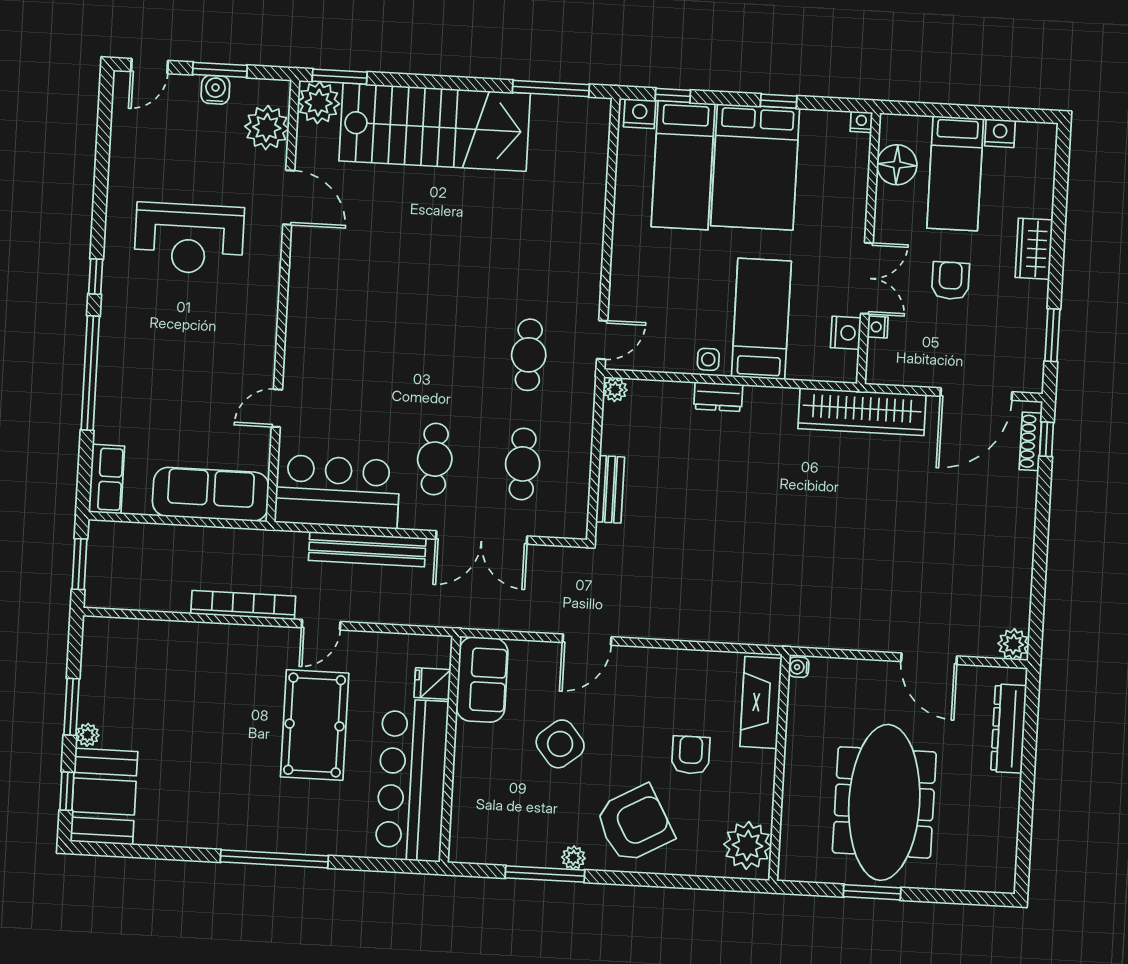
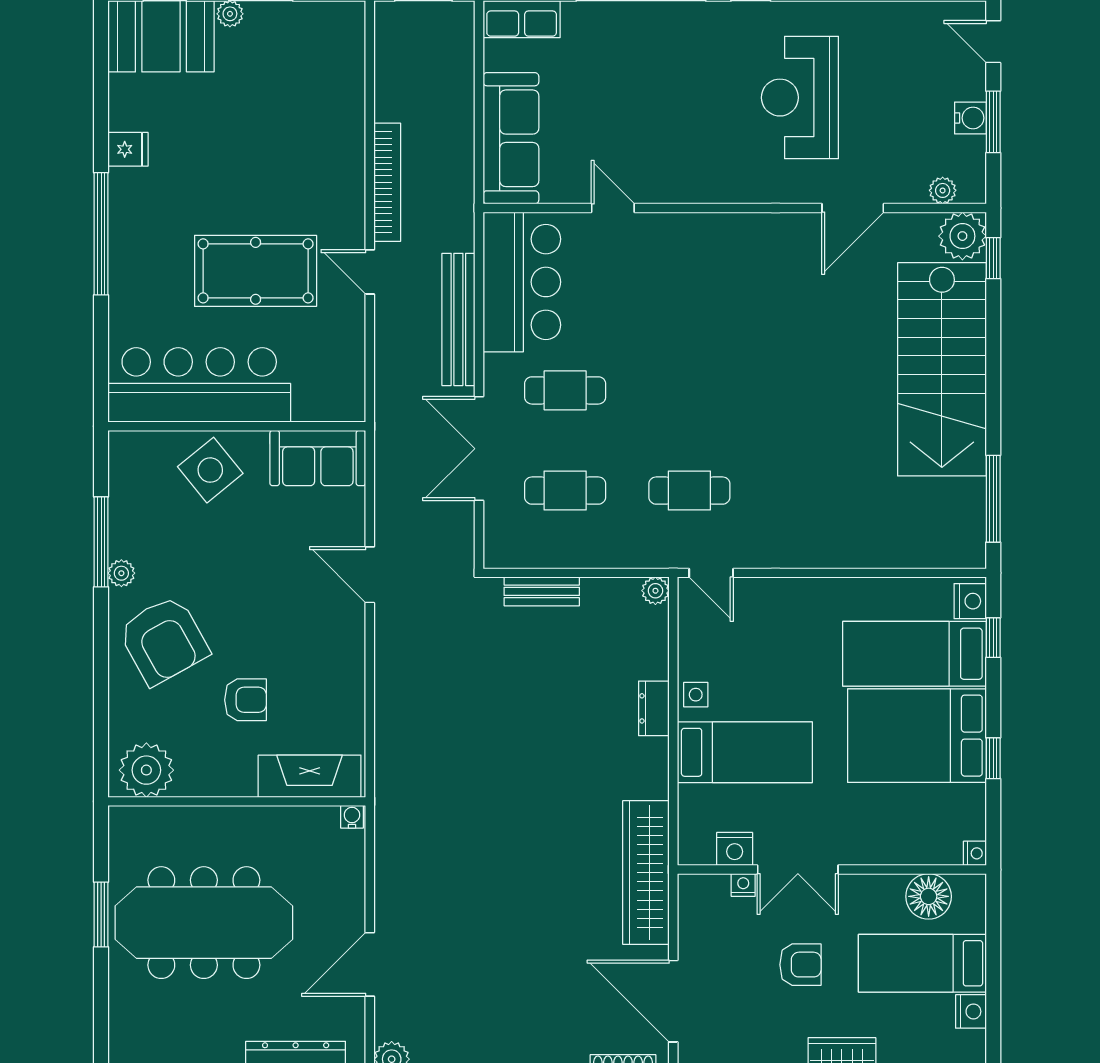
window: (340, 77) -> (993, 258), width x0.67
plant: (267, 128) -> (943, 190), width x0.53, depth x0.53
fridge: (432, 684) -> (128, 149), moved, turned 90
side table: (560, 744) -> (210, 470), moved

